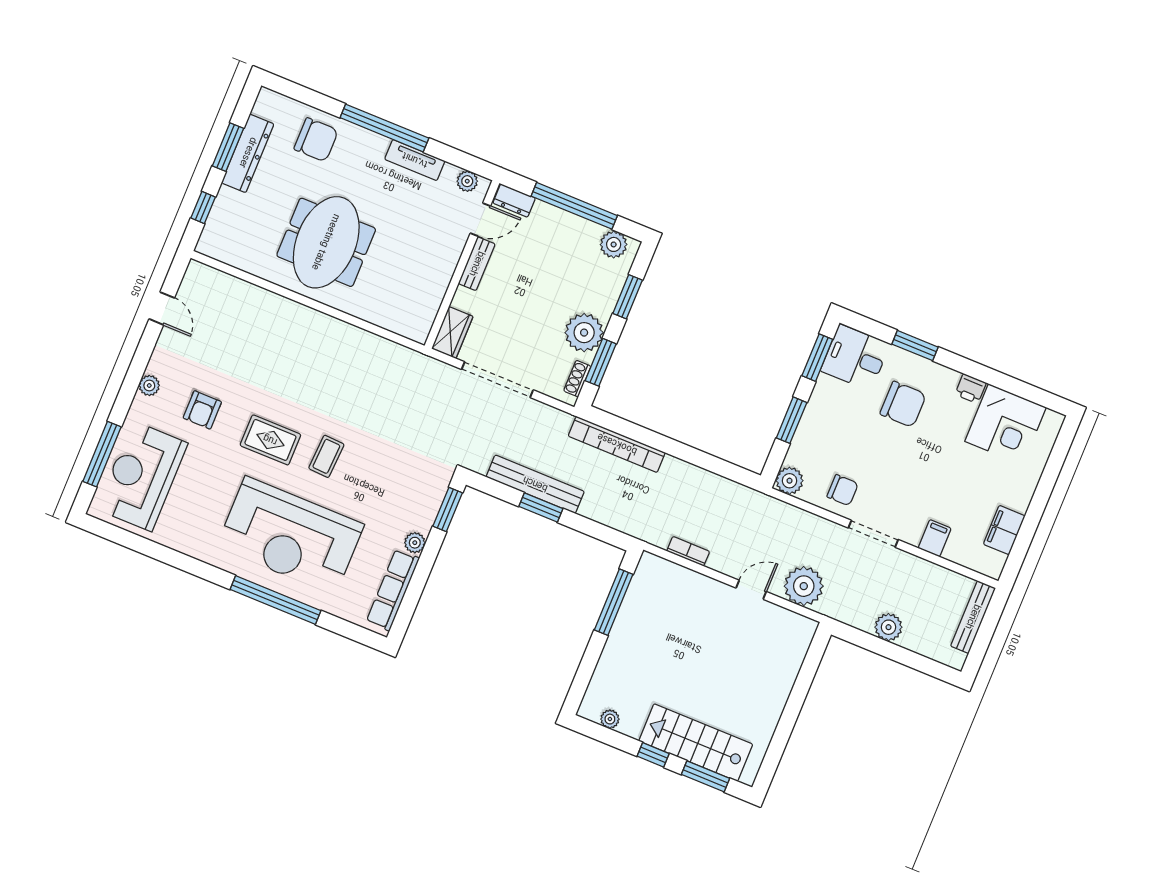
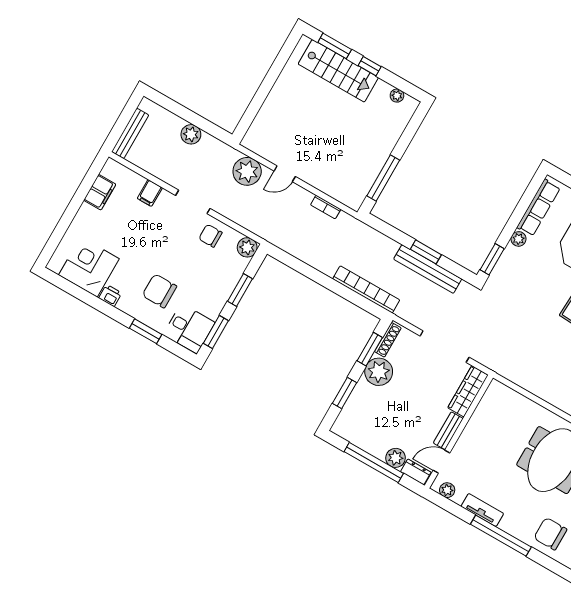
plant: (614, 244) -> (396, 458), moved
wardrobe: (452, 333) -> (468, 391), width x1.50
shoe rack: (577, 379) -> (388, 340), width x1.43

